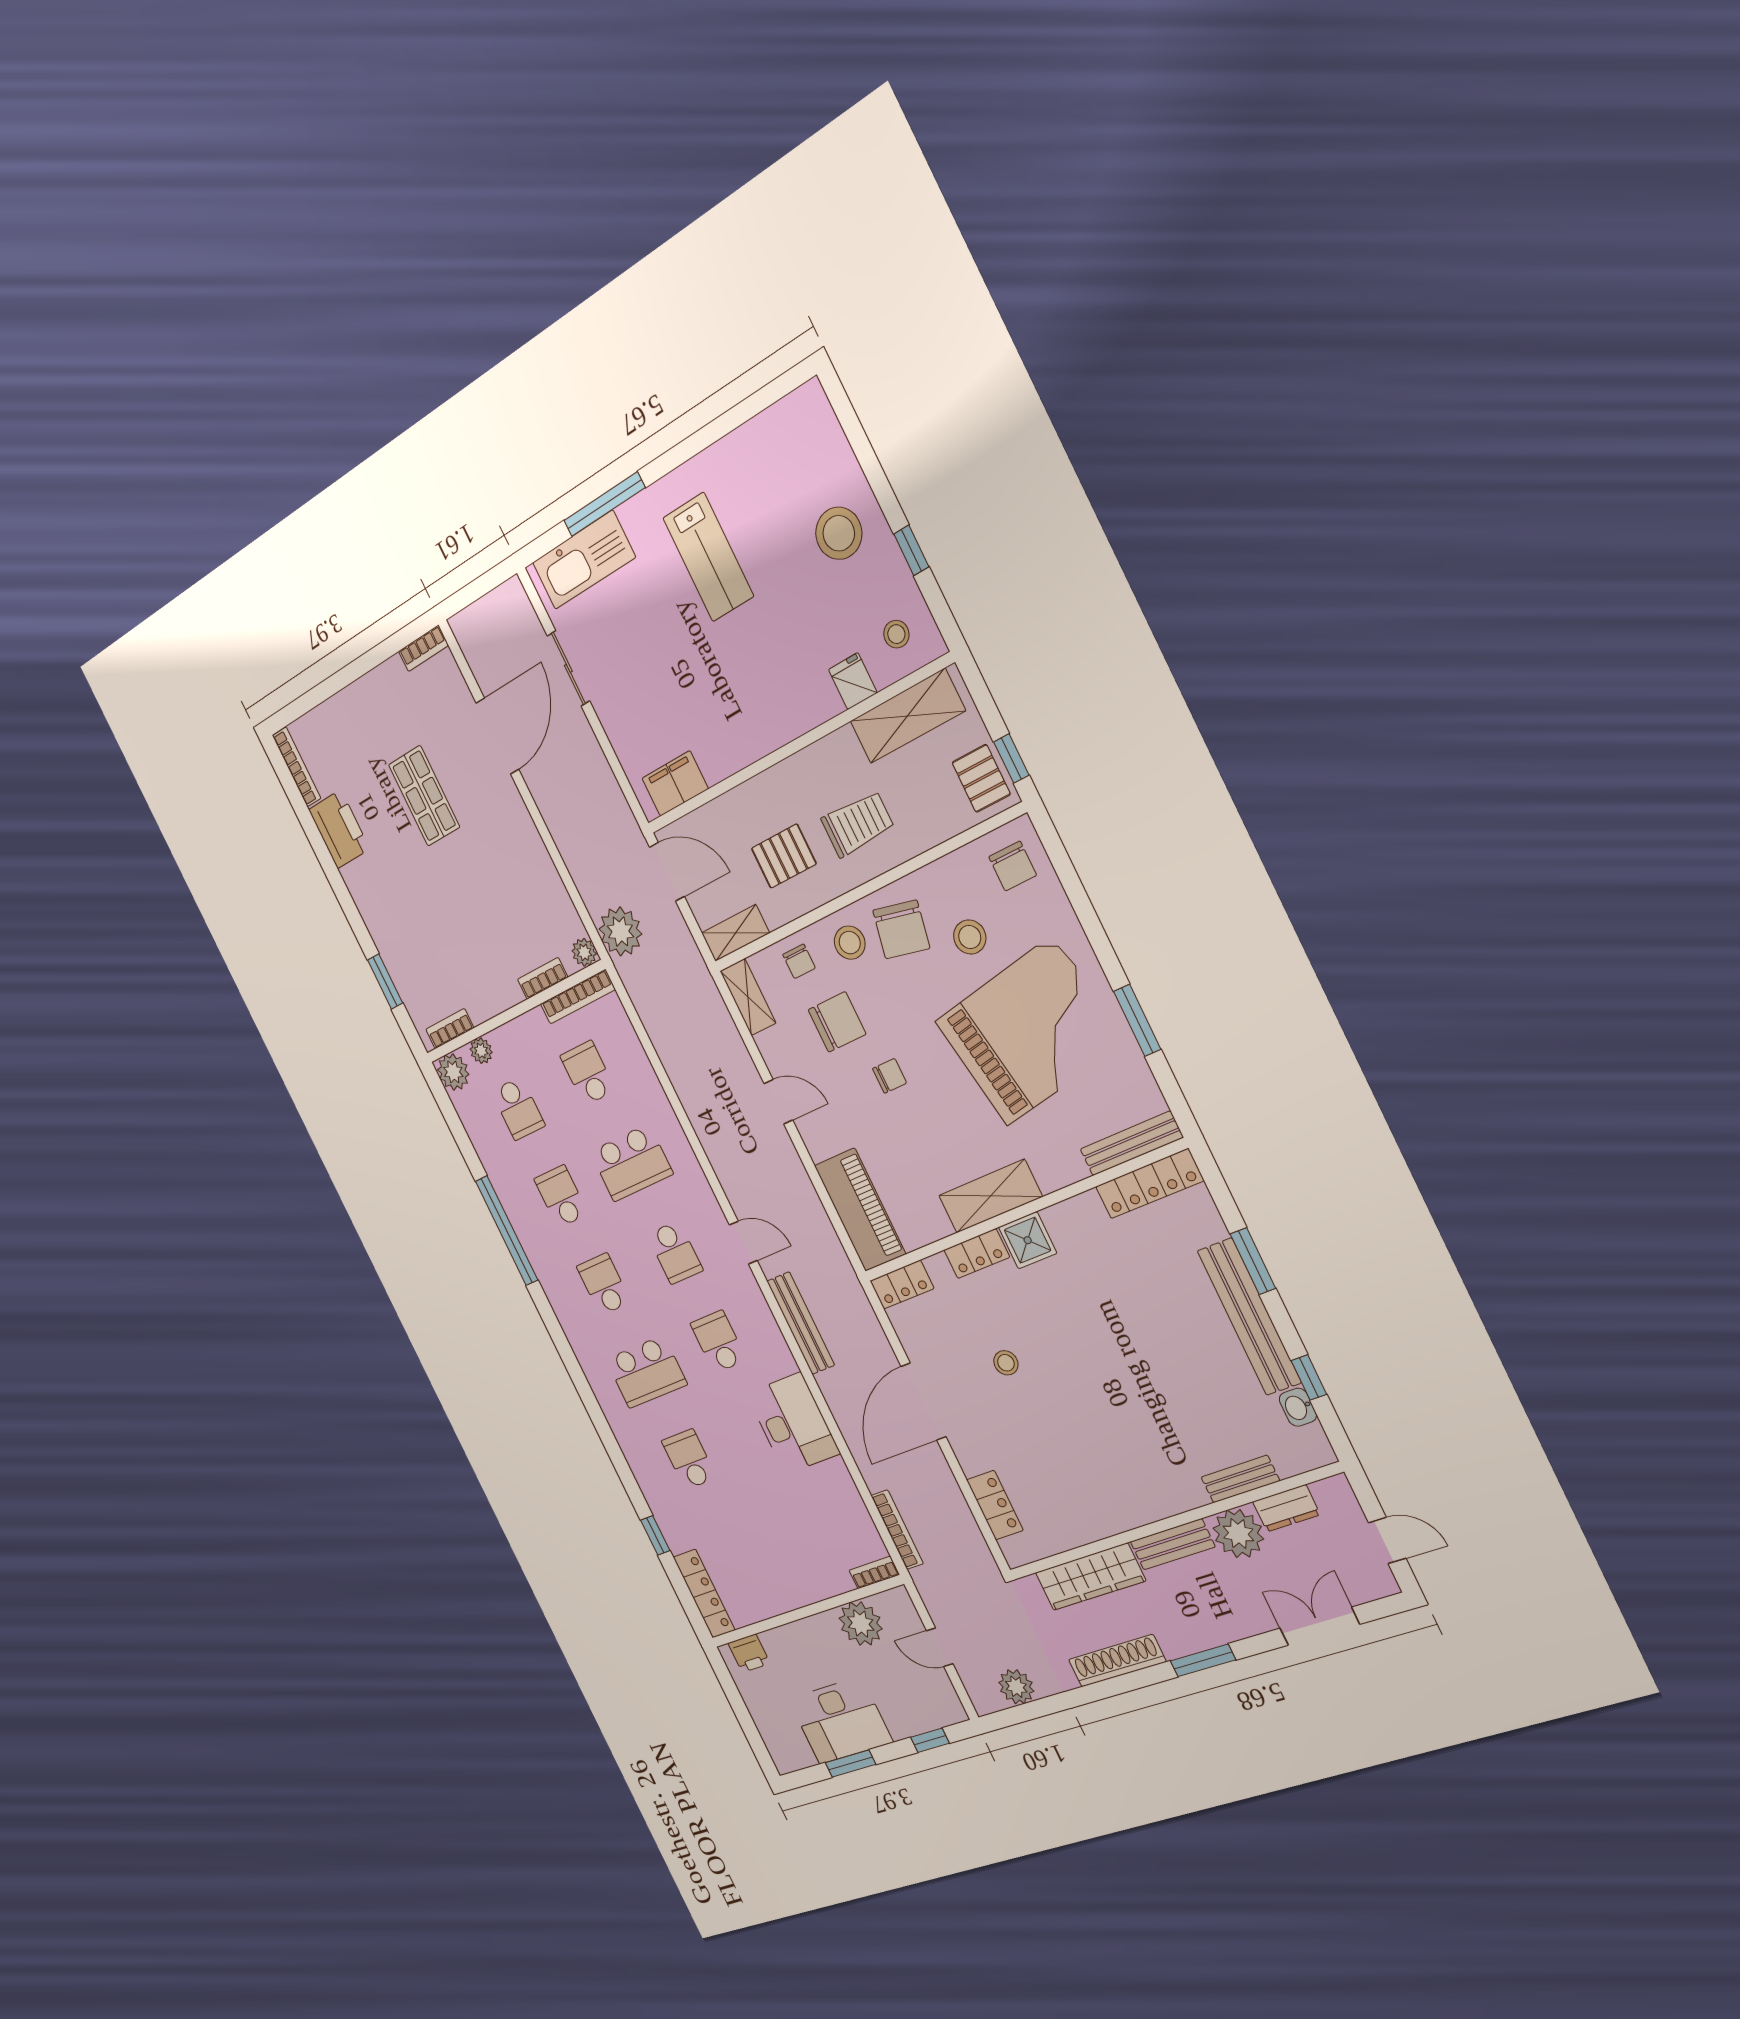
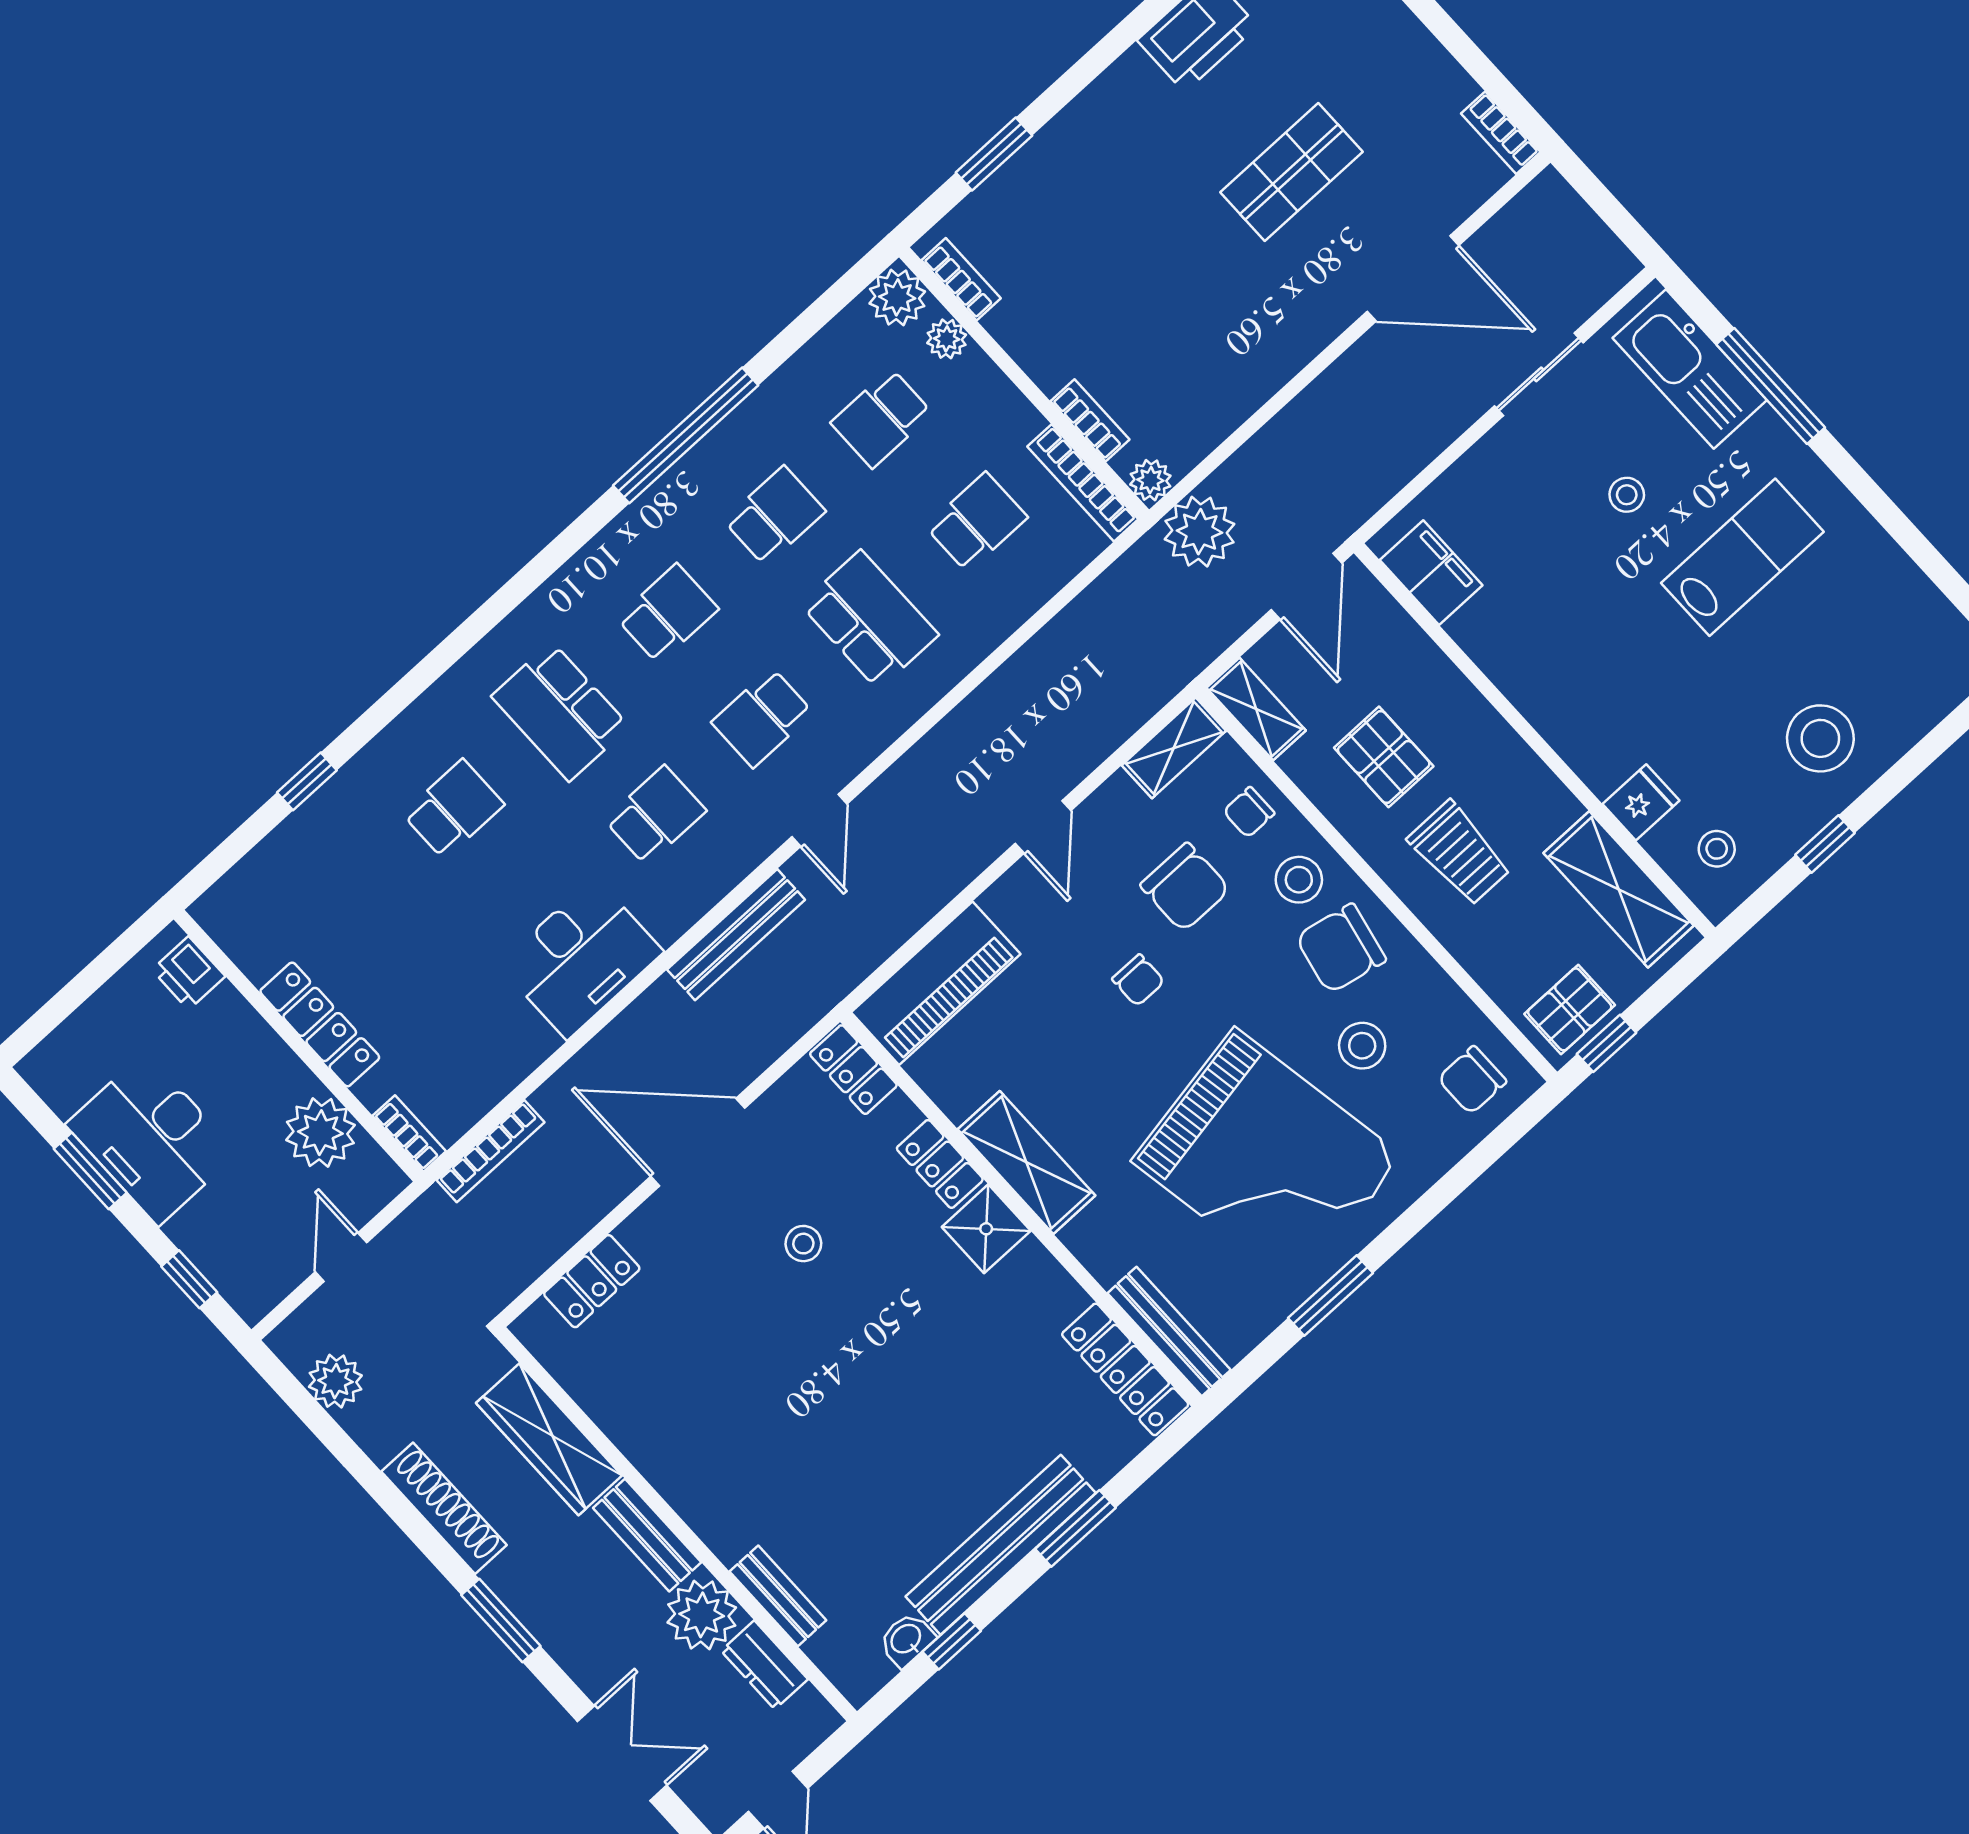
lab bench: (708, 557) -> (1742, 557), turned 180
stool: (653, 629) -> (1627, 495), added
school desk: (631, 1163) -> (869, 620), turned 180
locker: (704, 1594) -> (320, 1024), moved, turned -90

